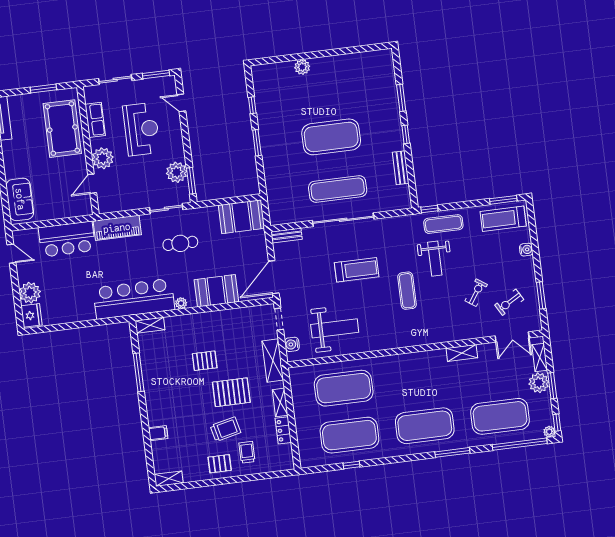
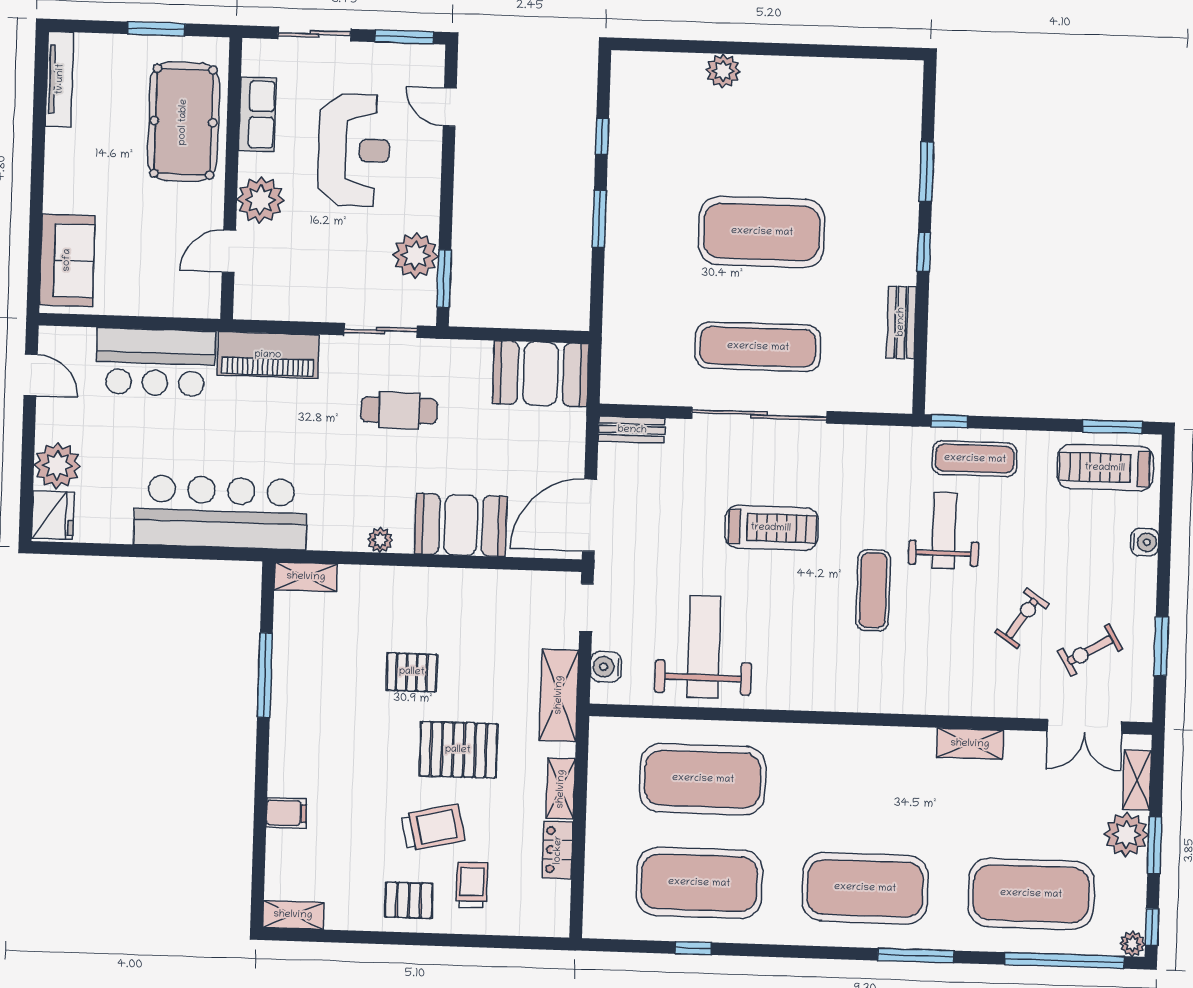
weight bench: (435, 259) -> (944, 531), turned 180
bar counter: (134, 299) -> (221, 512), moved
weight bench: (335, 328) -> (704, 647), turned -90

